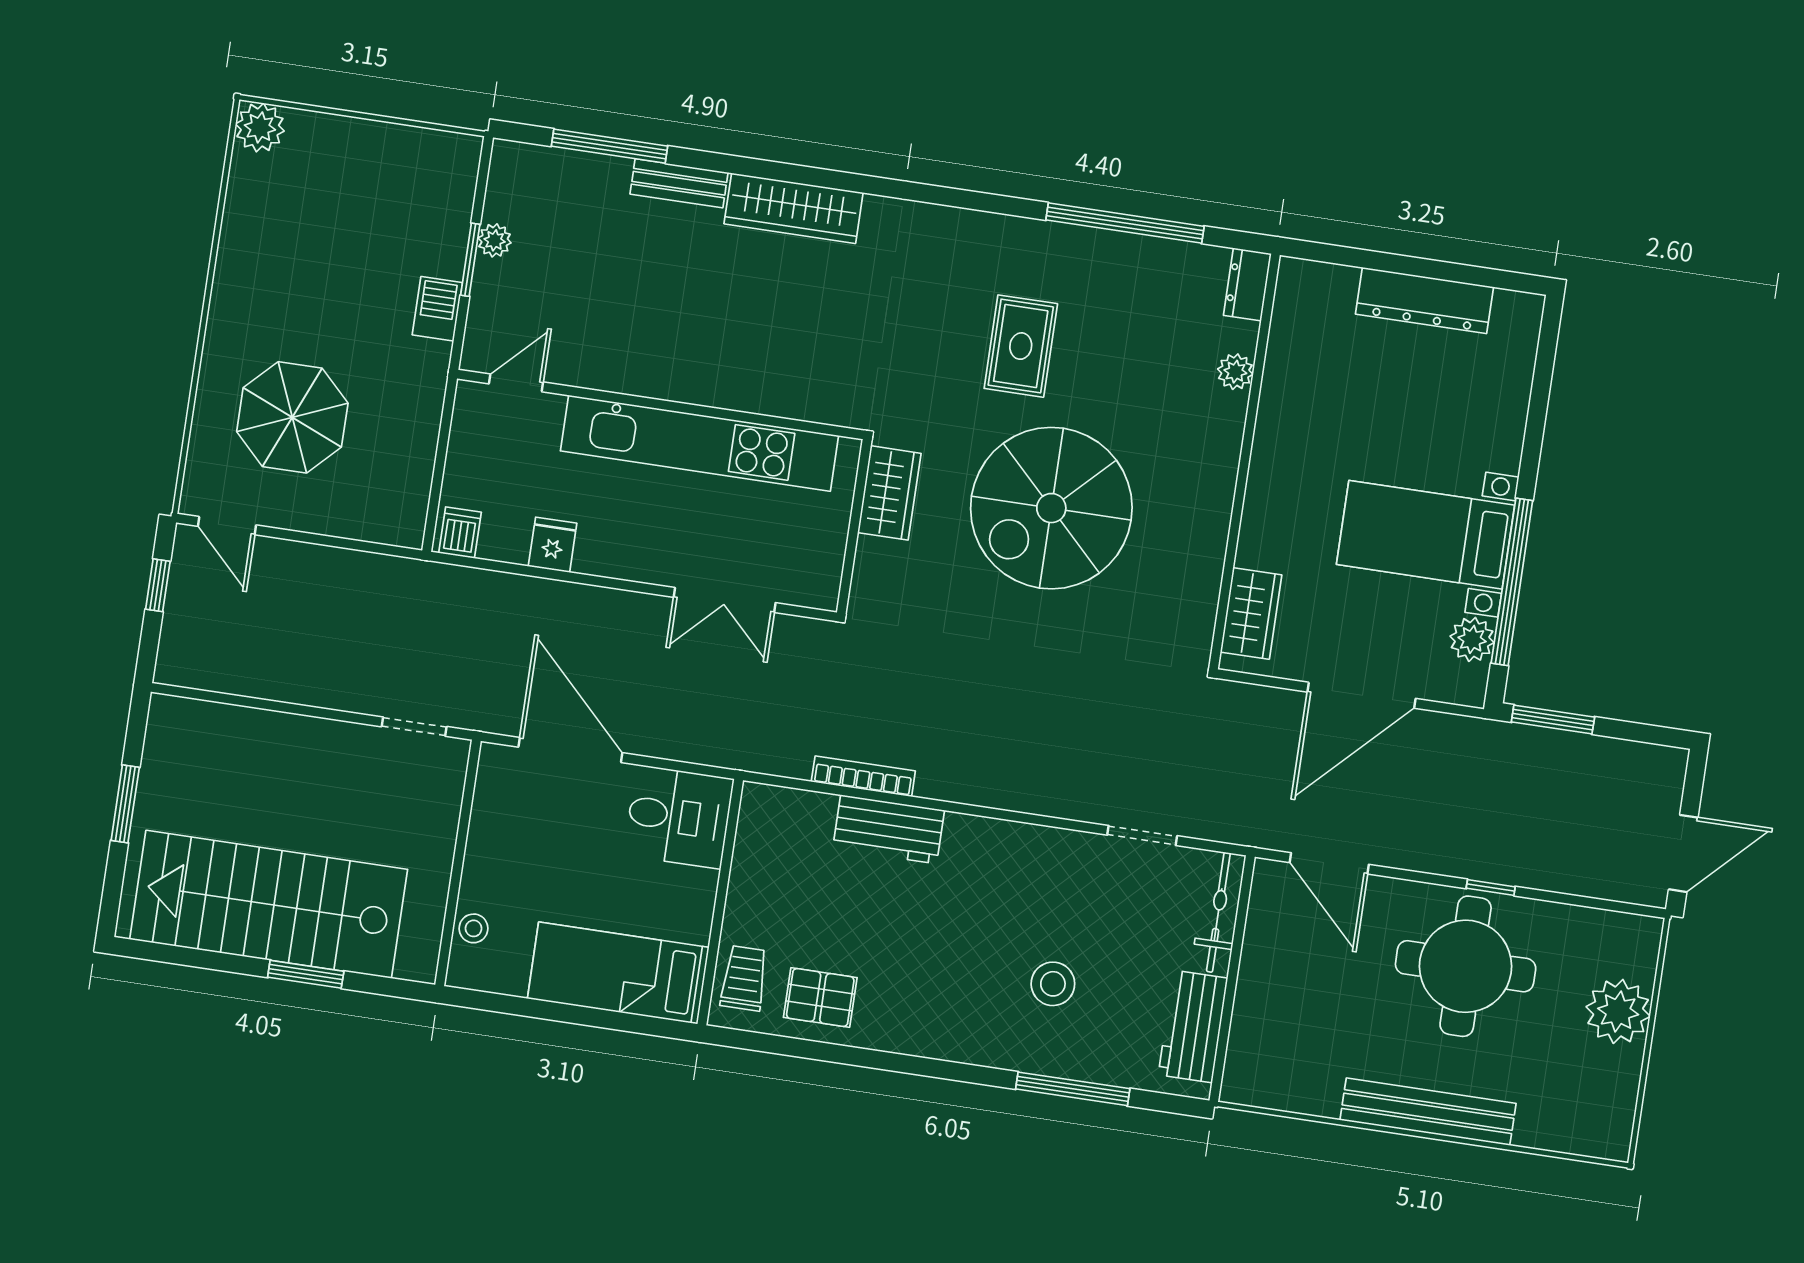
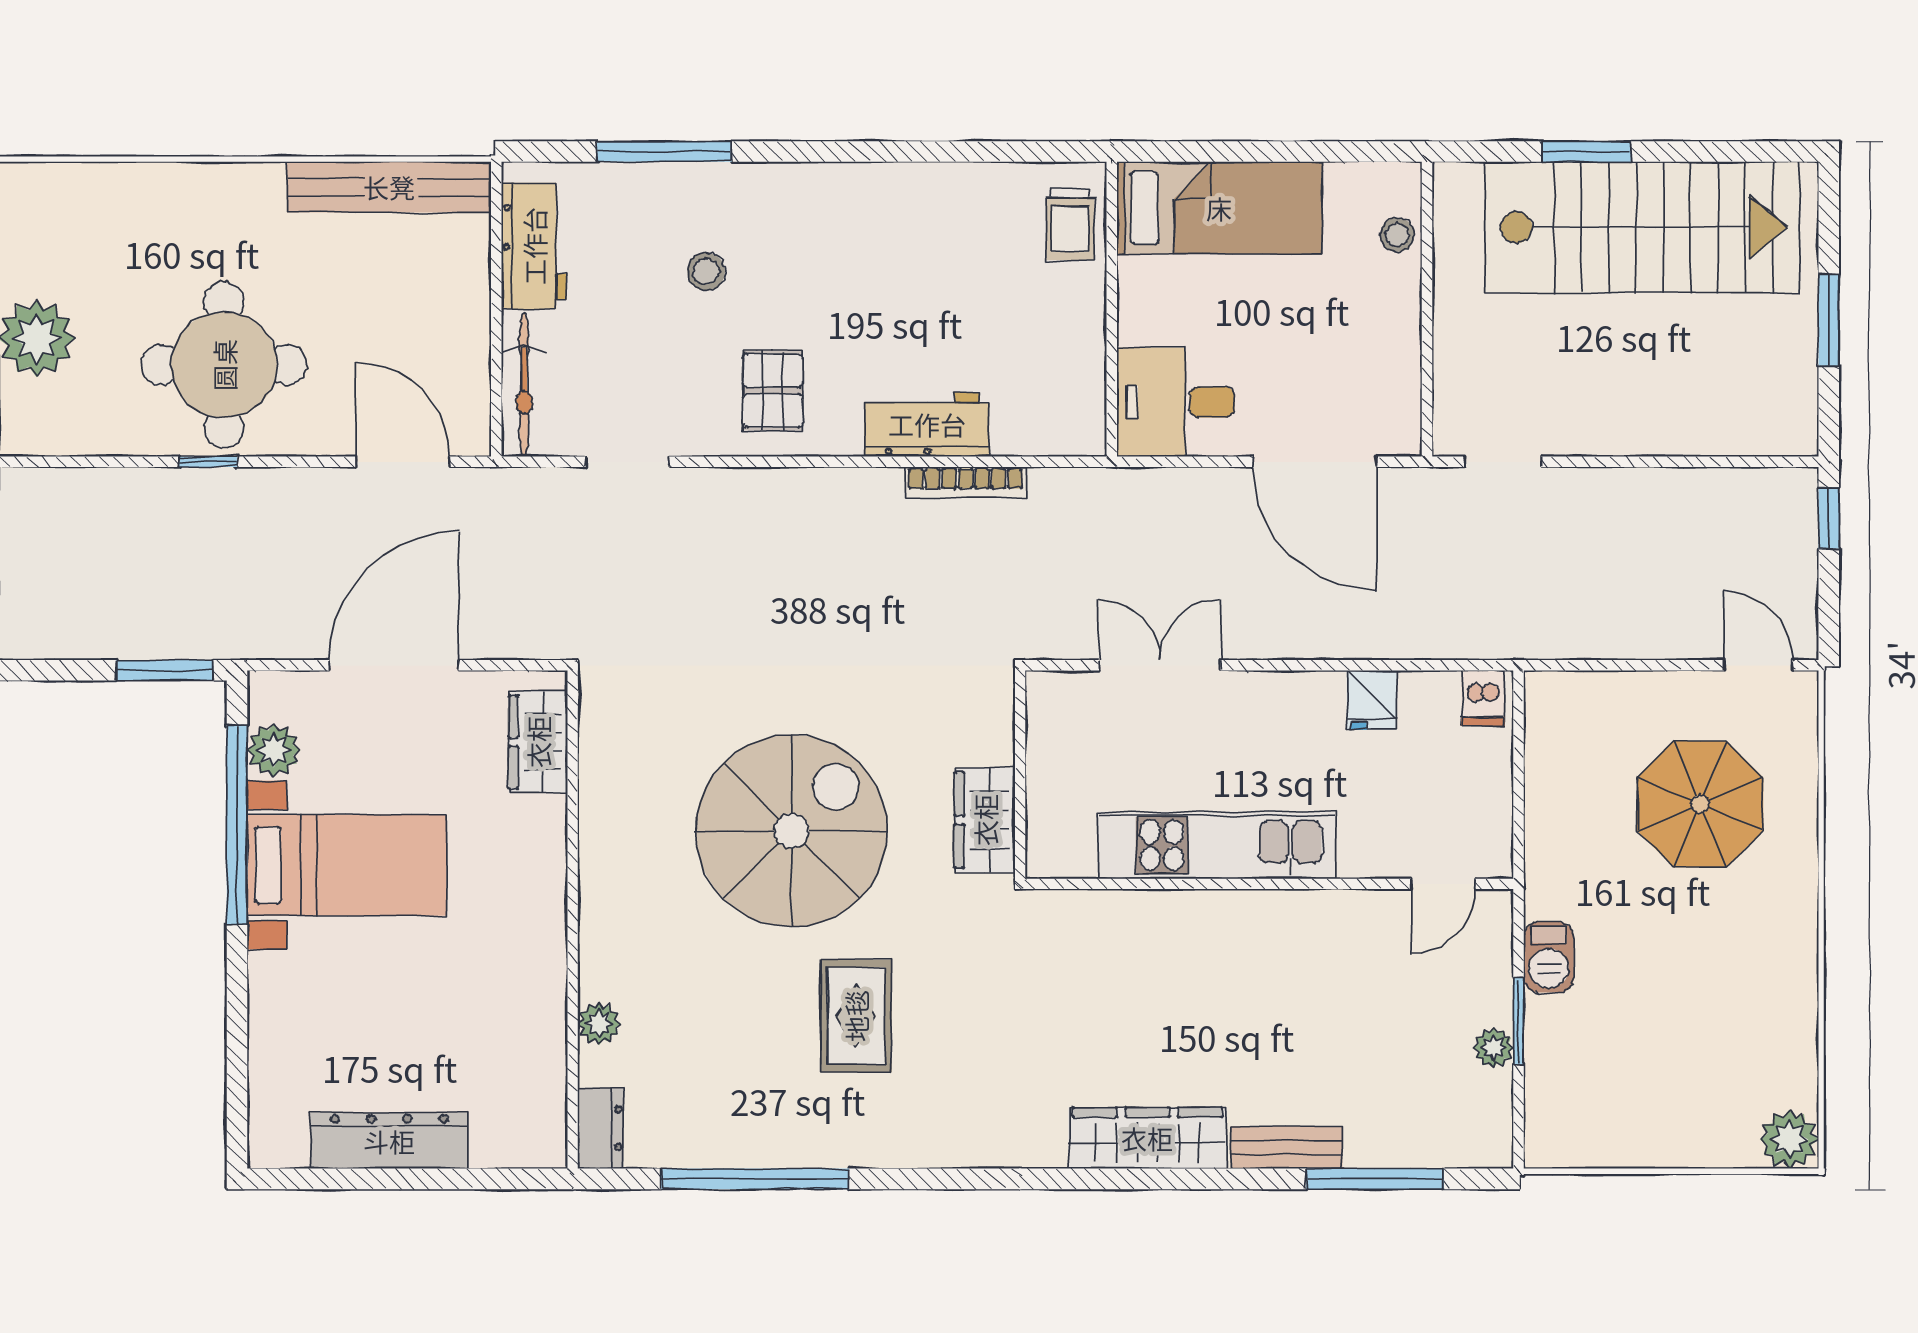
kitchen unit: (700, 443) -> (1217, 845), width x0.73
window: (158, 585) -> (1829, 518), moved
stool: (1053, 984) -> (706, 272), width x0.73, depth x0.73
pallet: (820, 998) -> (773, 391), moved, turned 90
bench: (1428, 1112) -> (389, 187), moved

